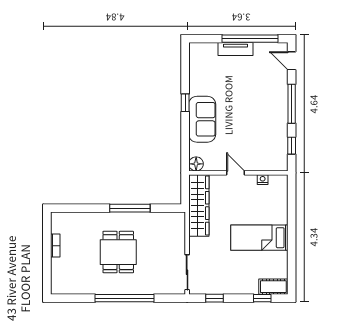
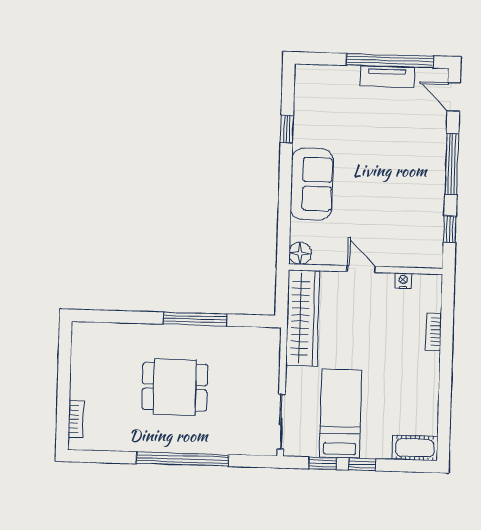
tv unit: (236, 49) -> (387, 77), moved
window: (185, 103) -> (287, 129), moved
bookcase: (283, 212) -> (434, 332), added
bed: (259, 238) -> (341, 414), moved, turned 90
bookcase: (55, 246) -> (76, 419), moved
dining table: (118, 252) -> (175, 387), turned 90
window: (262, 298) -> (362, 464), moved

